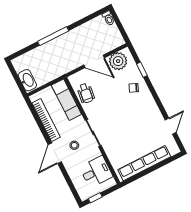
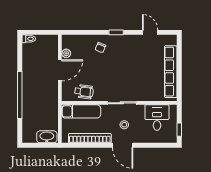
window: (53, 36) -> (20, 95), width x1.46
plant: (118, 61) -> (66, 53), width x0.53, depth x0.53
window: (142, 70) -> (116, 32), moved

